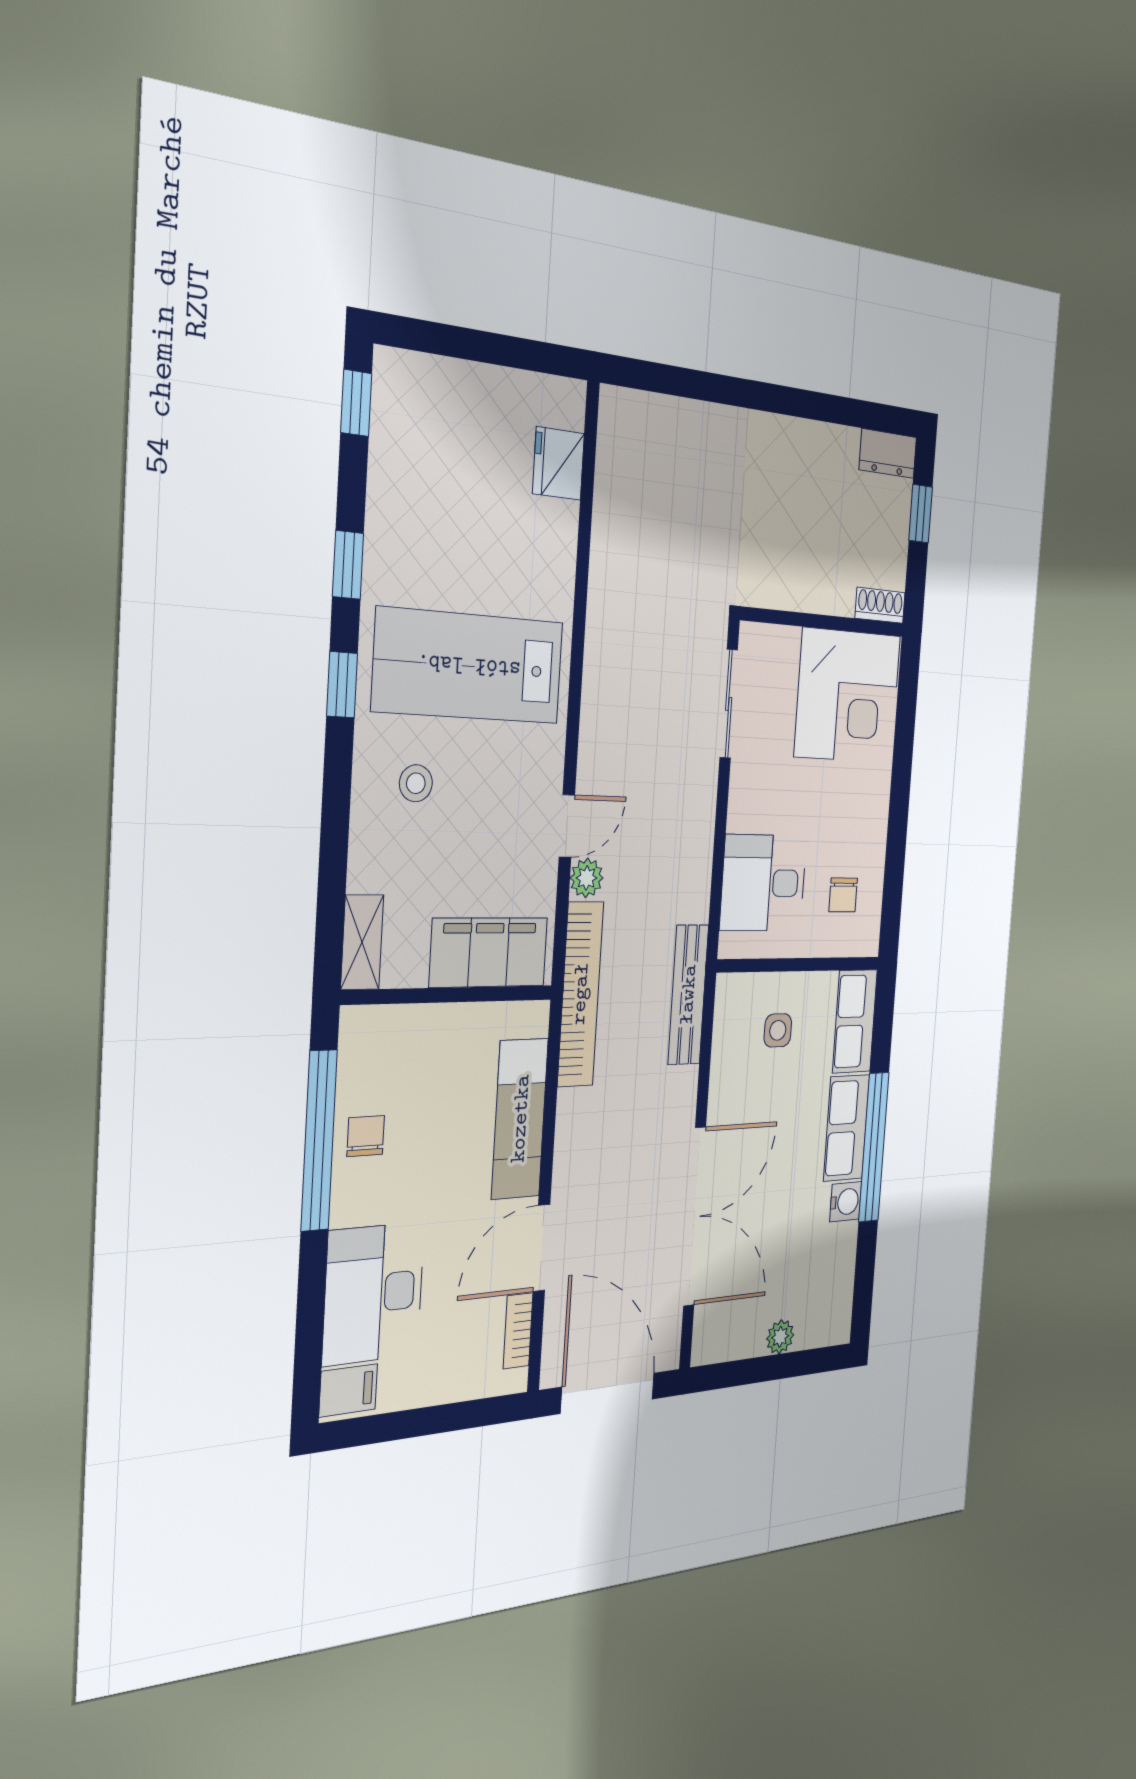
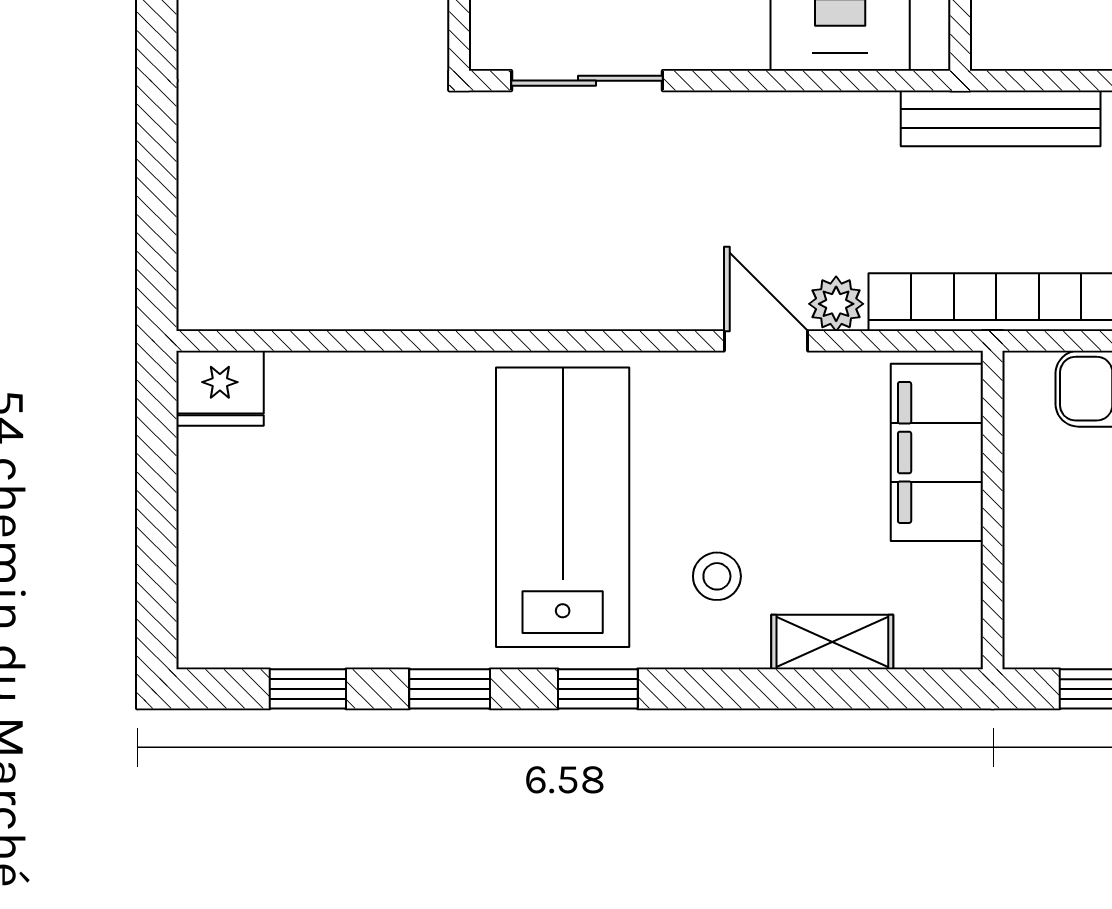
window: (356, 403) -> (308, 689), moved
fridge: (559, 463) -> (220, 388), moved
lab bench: (469, 666) -> (563, 507), turned 180
shelving: (362, 942) -> (832, 642), moved

